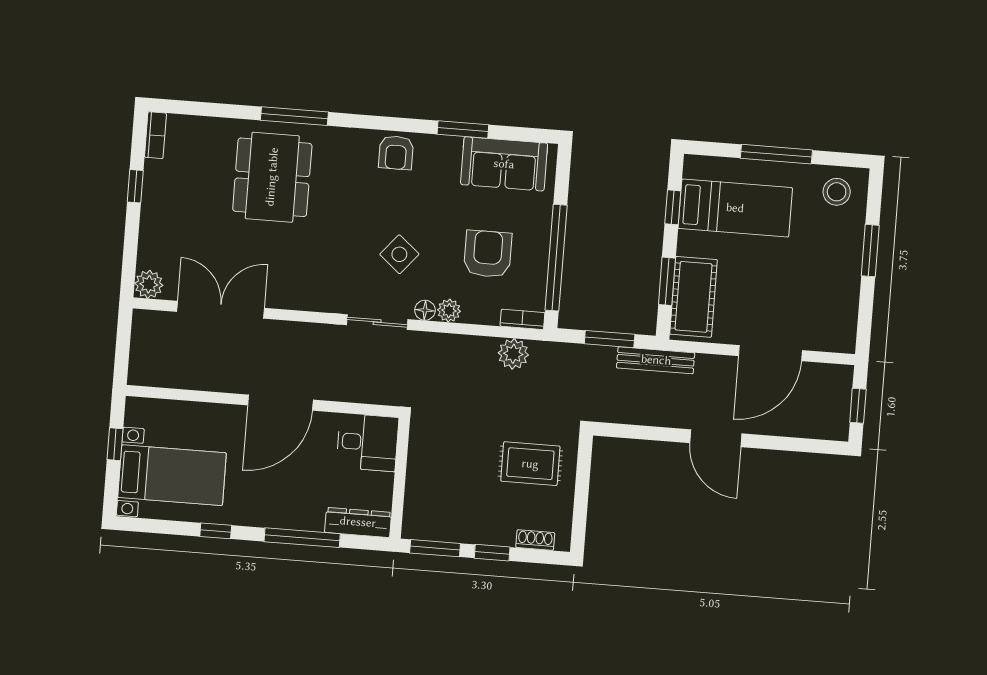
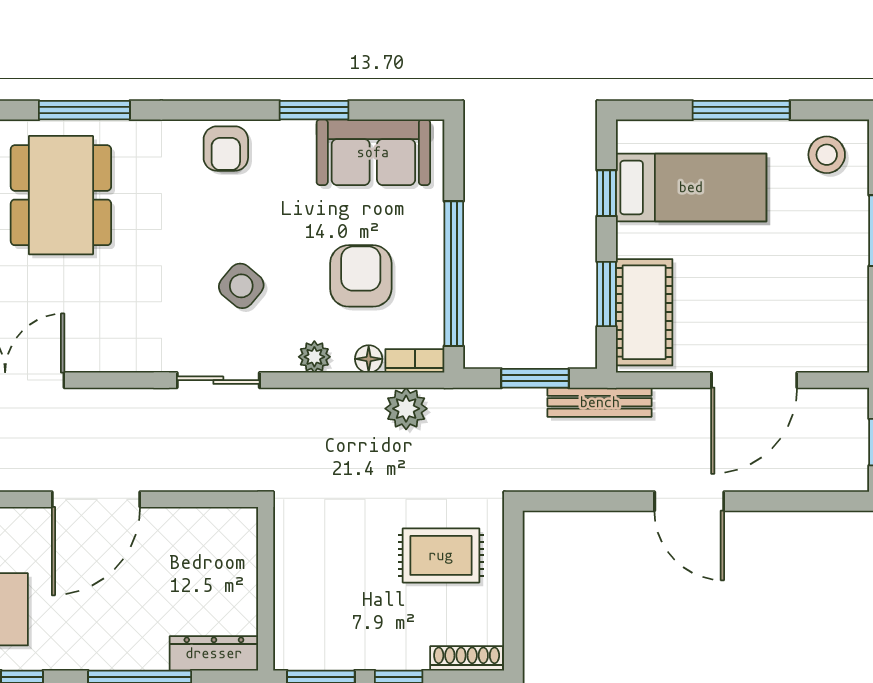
floor lamp: (425, 310) -> (369, 359), moved
desk: (367, 442) -> (218, 544), removed
shoe rack: (535, 540) -> (467, 658), width x1.43

